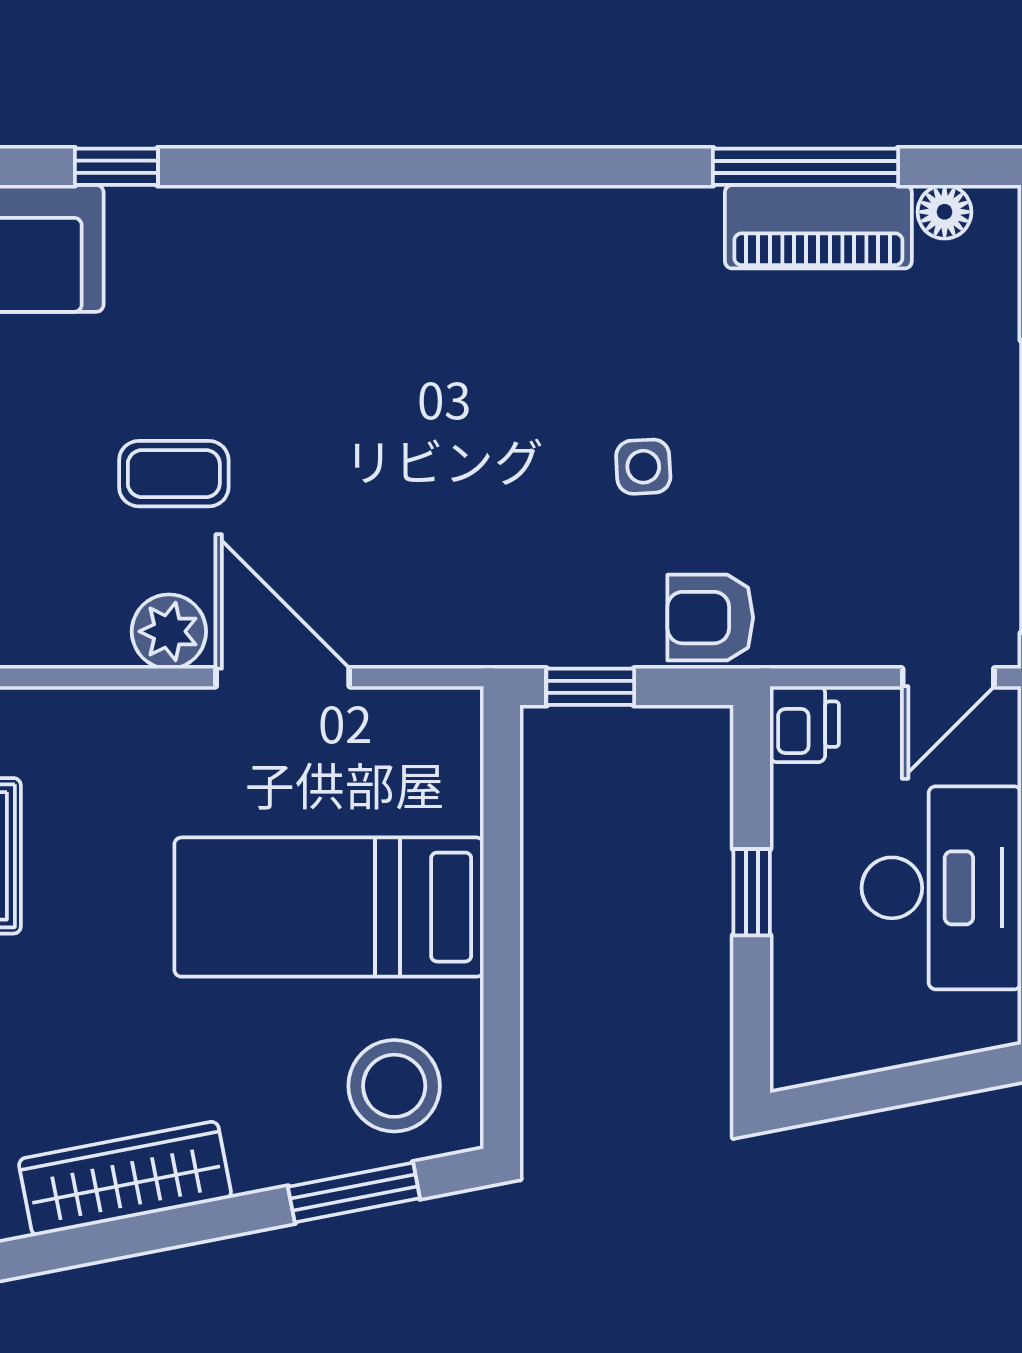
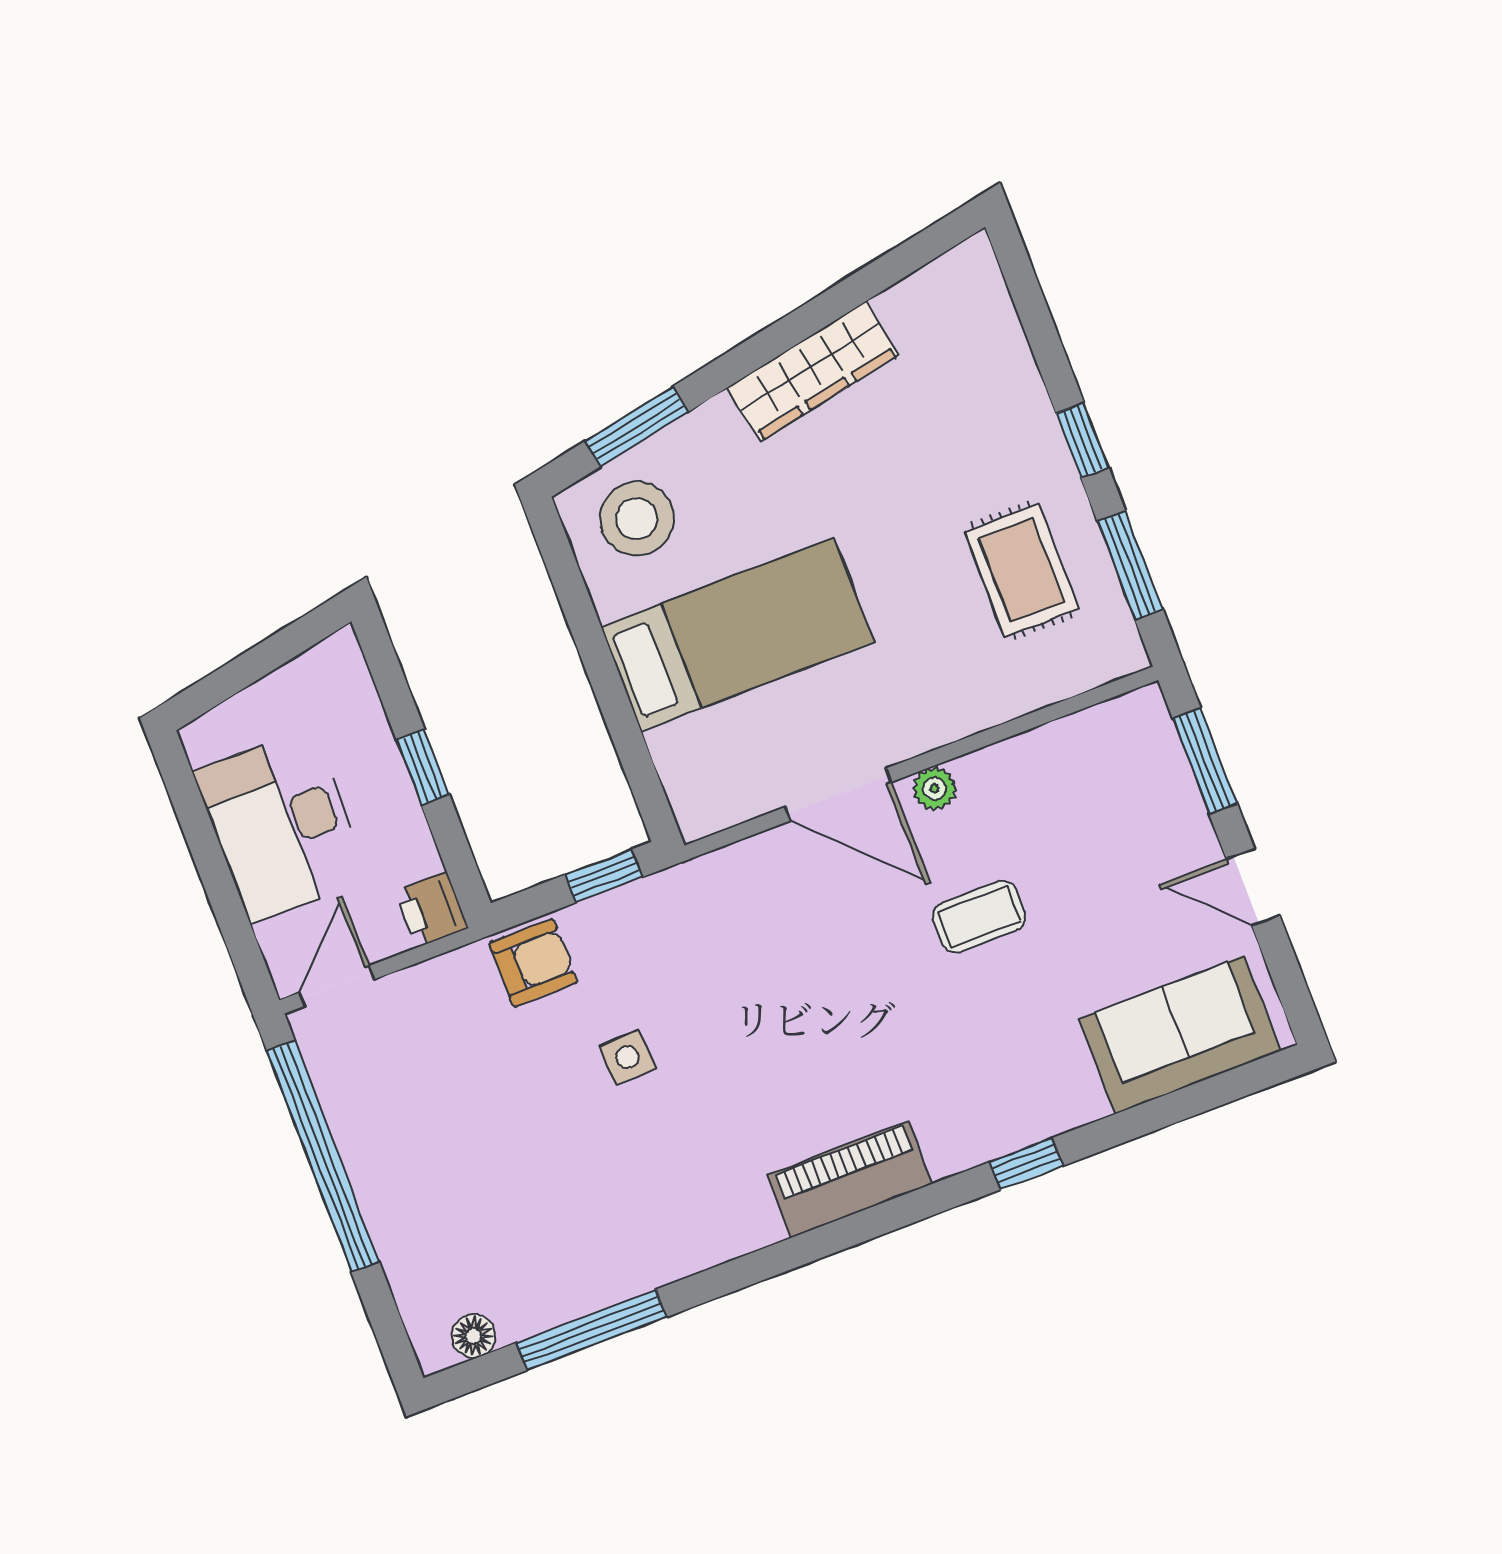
window: (116, 167) -> (1026, 1164), moved
piano: (818, 227) -> (850, 1179), moved
plant: (169, 631) -> (935, 789), width x0.73, depth x0.73

